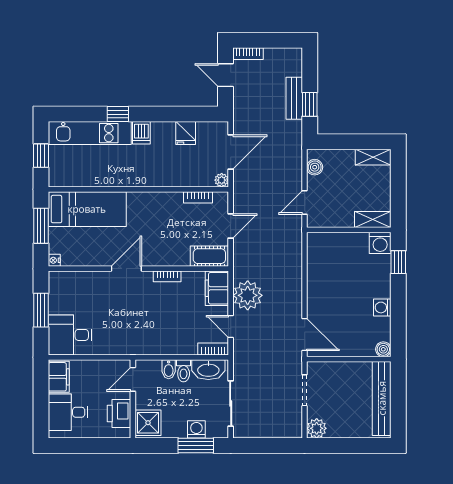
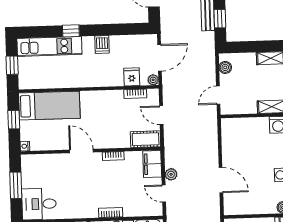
dishwasher: (141, 133) -> (102, 45), moved
fridge: (186, 133) -> (132, 77), moved, turned 180
window: (41, 226) -> (14, 120), width x0.67
door: (231, 226) -> (161, 115), swing flipped
door: (126, 269) -> (81, 151), hinge flipped
plant: (248, 295) -> (171, 174), width x0.53, depth x0.53
door: (305, 334) -> (221, 180), moved
bookcase: (213, 349) -> (111, 213), moved

